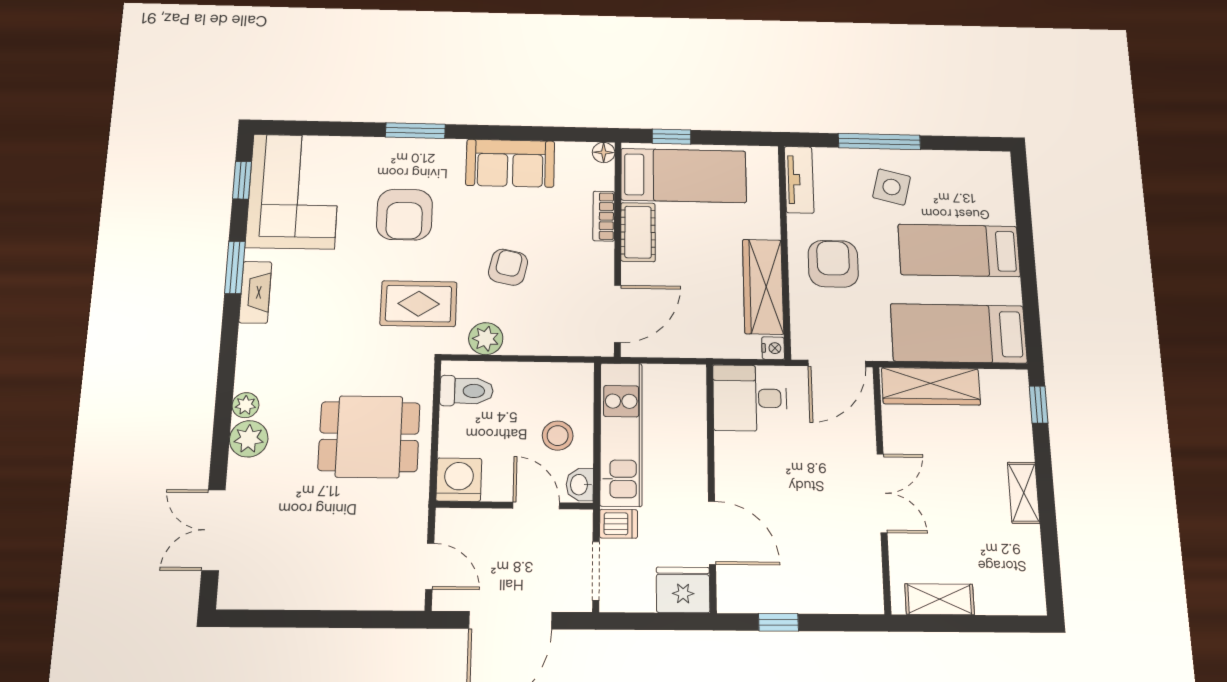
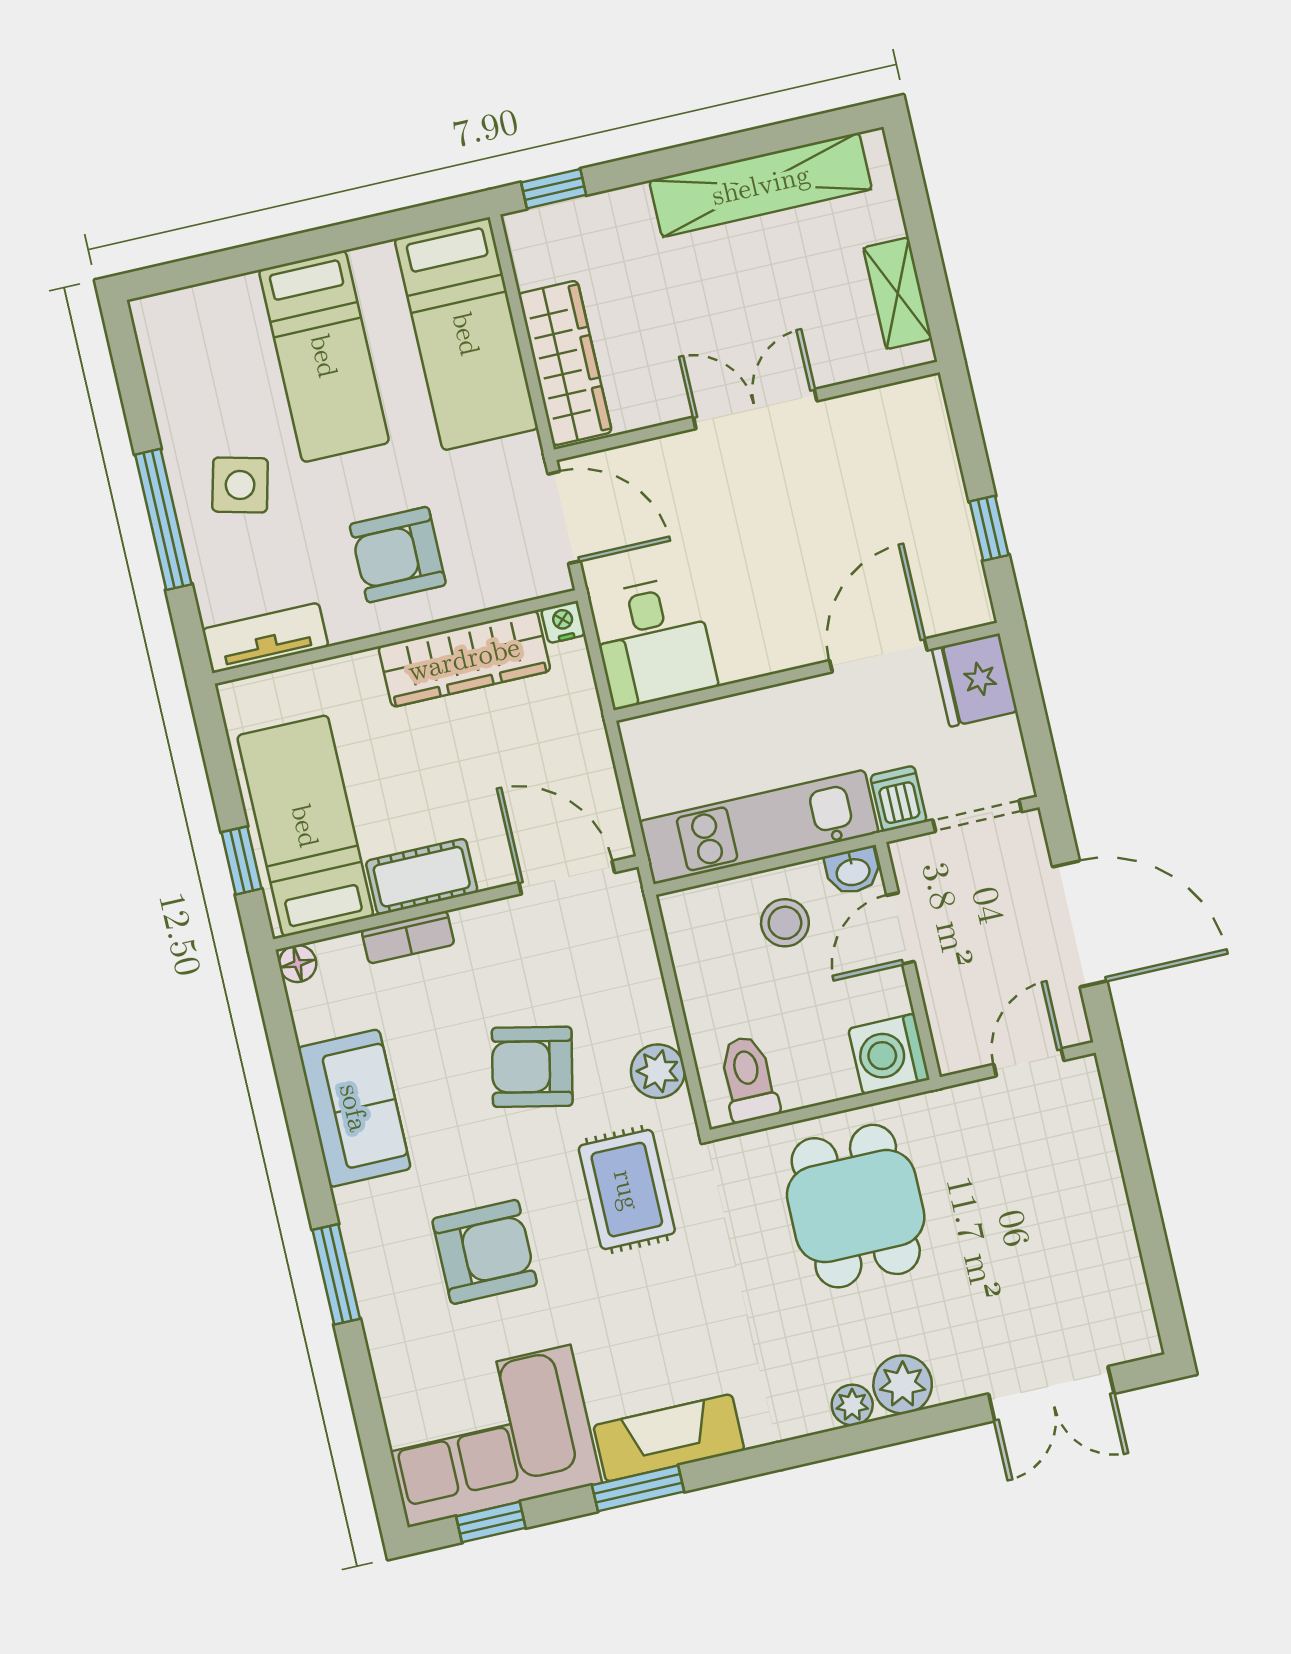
armchair: (508, 267) -> (532, 1067), width x1.38, depth x1.38
fireplace: (255, 292) -> (669, 1438), width x1.37, depth x1.32
shelving: (1024, 493) -> (761, 185), width x2.20, depth x1.33

